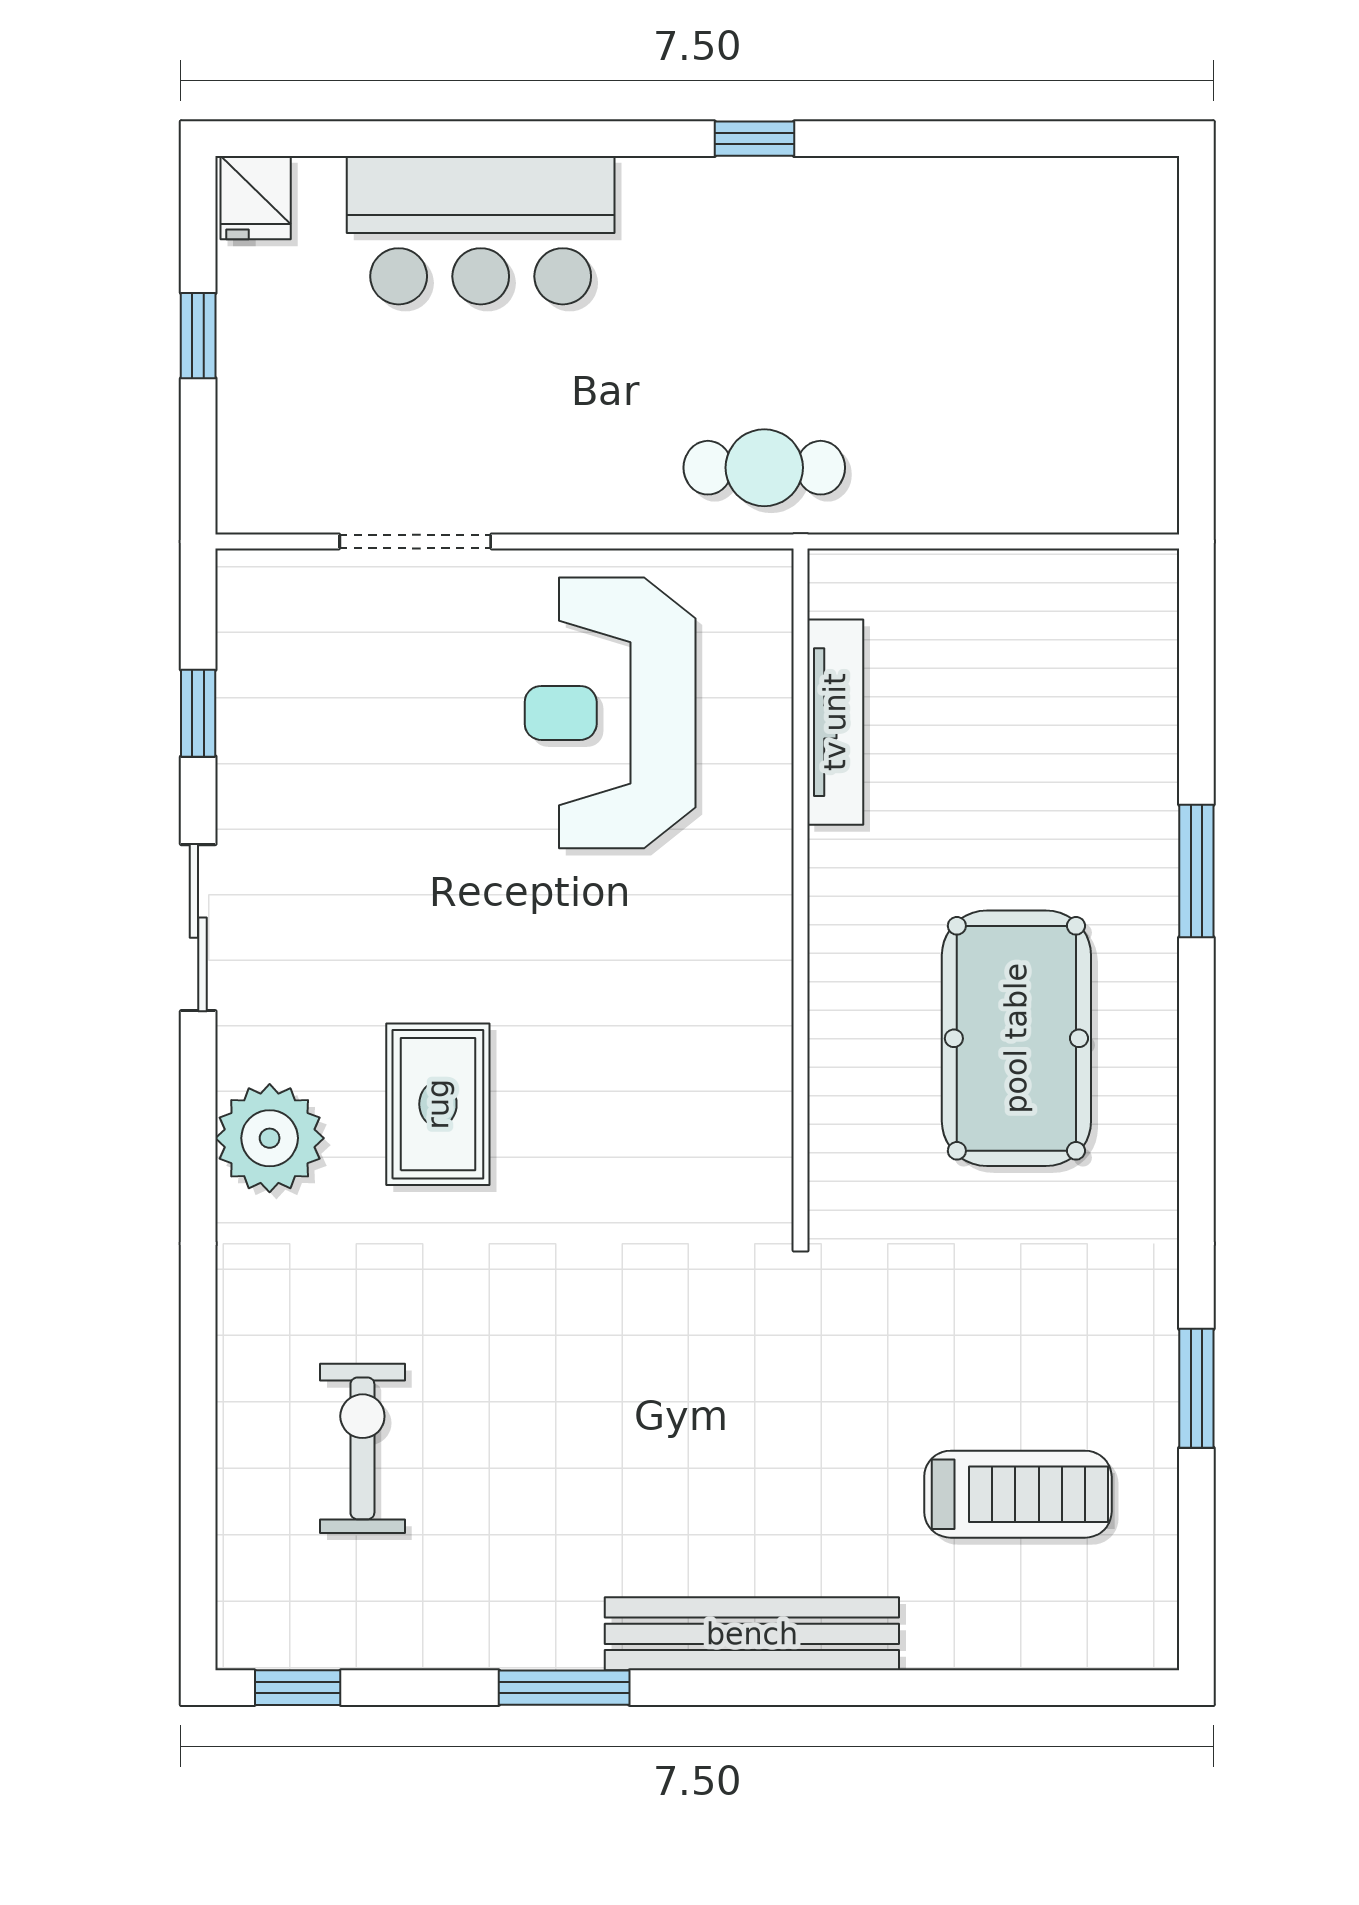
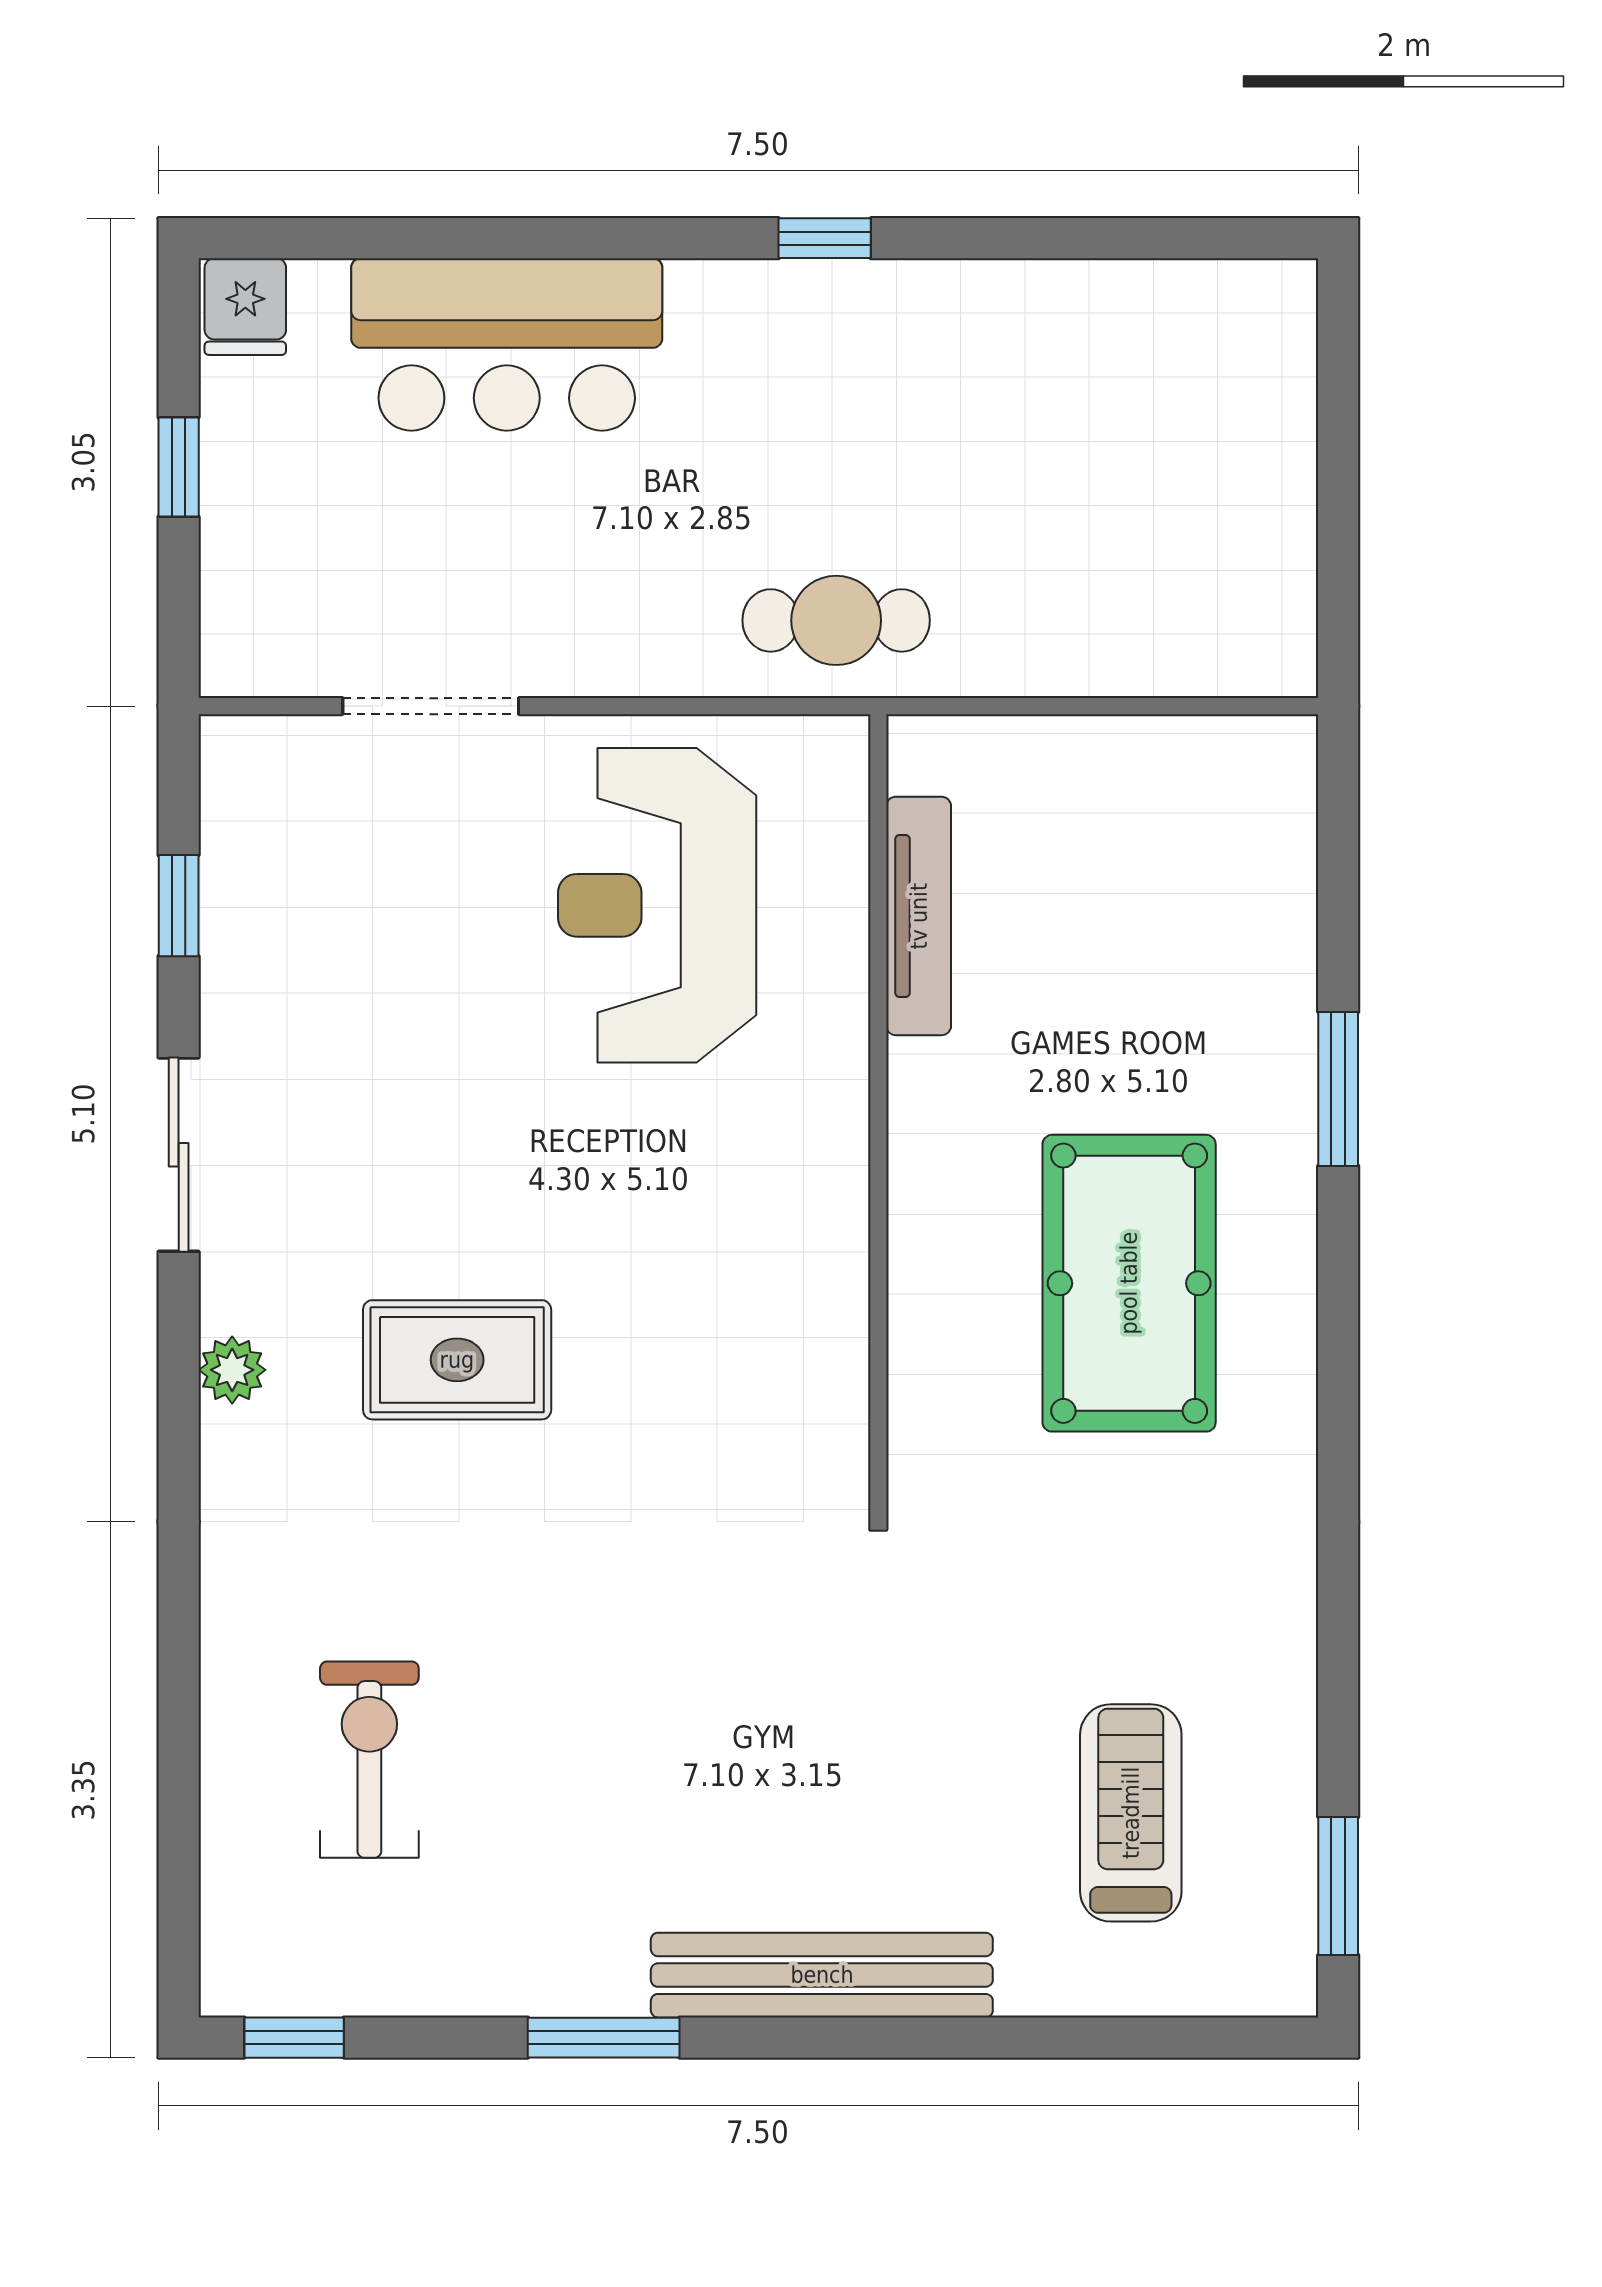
rug: (438, 1104) -> (457, 1360), turned 90
plant: (270, 1138) -> (232, 1370), width x0.53, depth x0.53
window: (1196, 1388) -> (1338, 1886), moved
treadmill: (1018, 1494) -> (1131, 1813), turned -90

